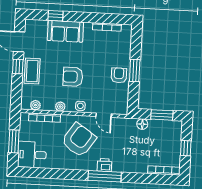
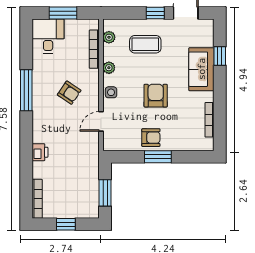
coffee table: (32, 71) -> (145, 44), moved
armchair: (73, 77) -> (156, 96), moved
floor lamp: (142, 124) -> (93, 169), removed
armchair: (79, 140) -> (69, 93), width x0.53, depth x0.53
printer: (104, 165) -> (40, 152), moved
window: (105, 176) -> (26, 90), moved

